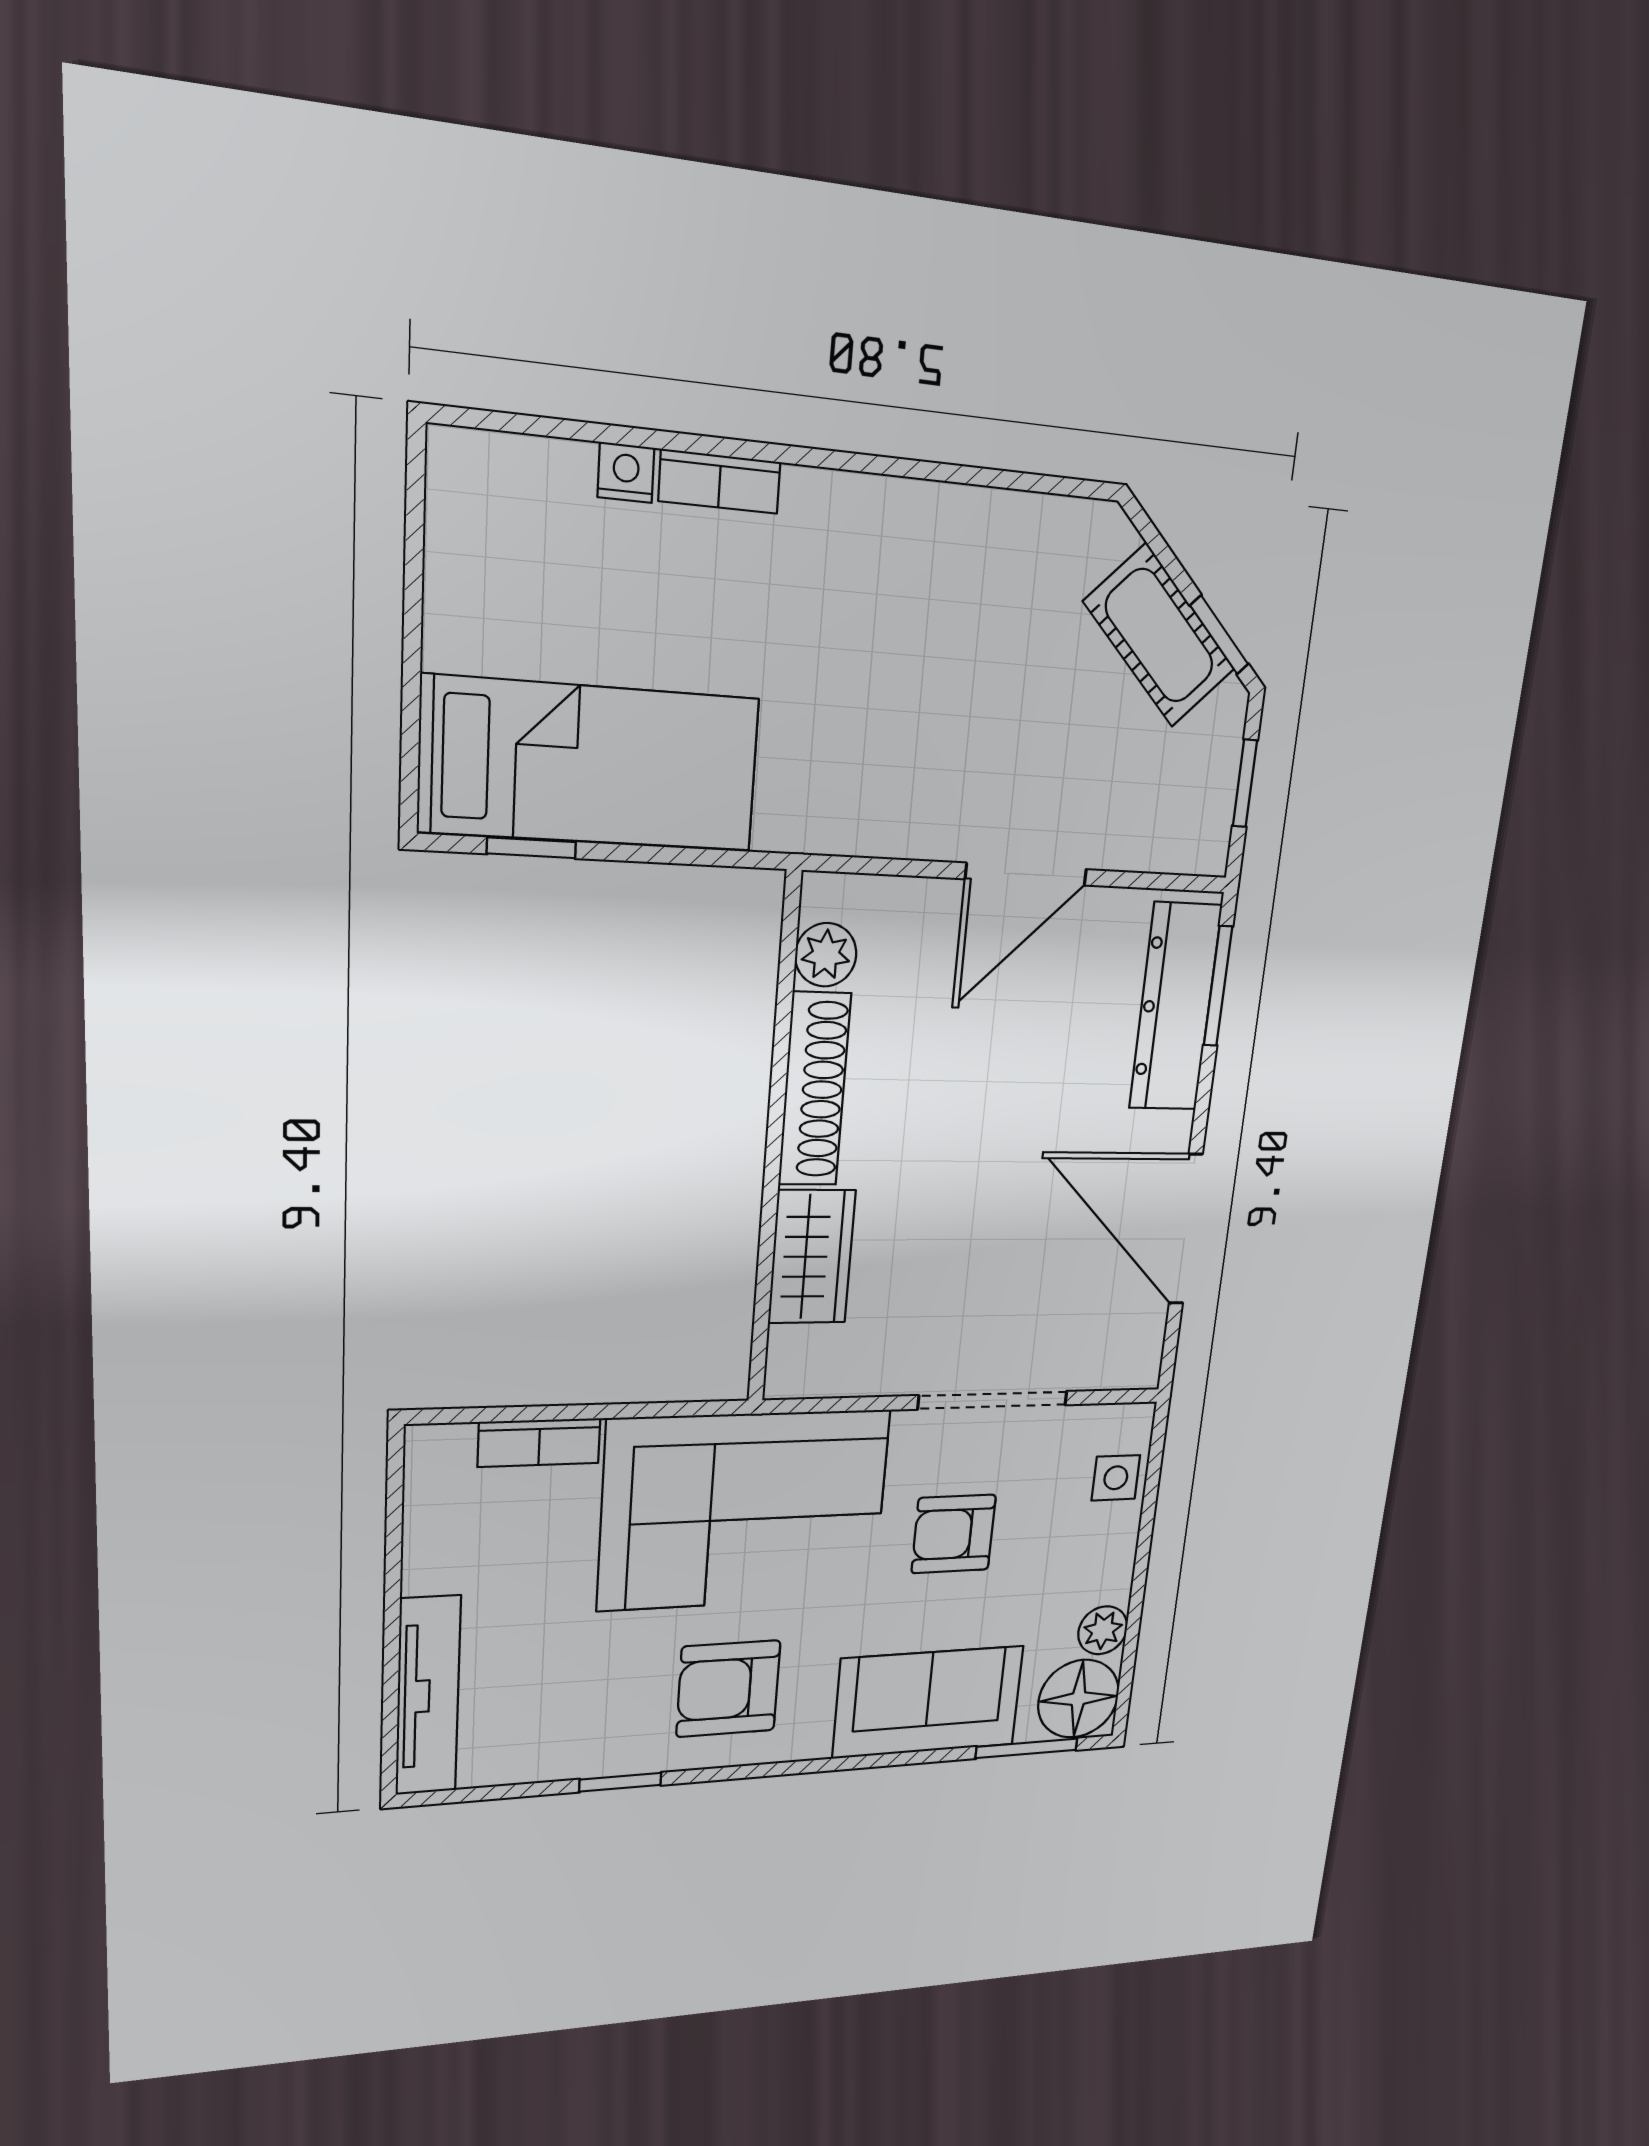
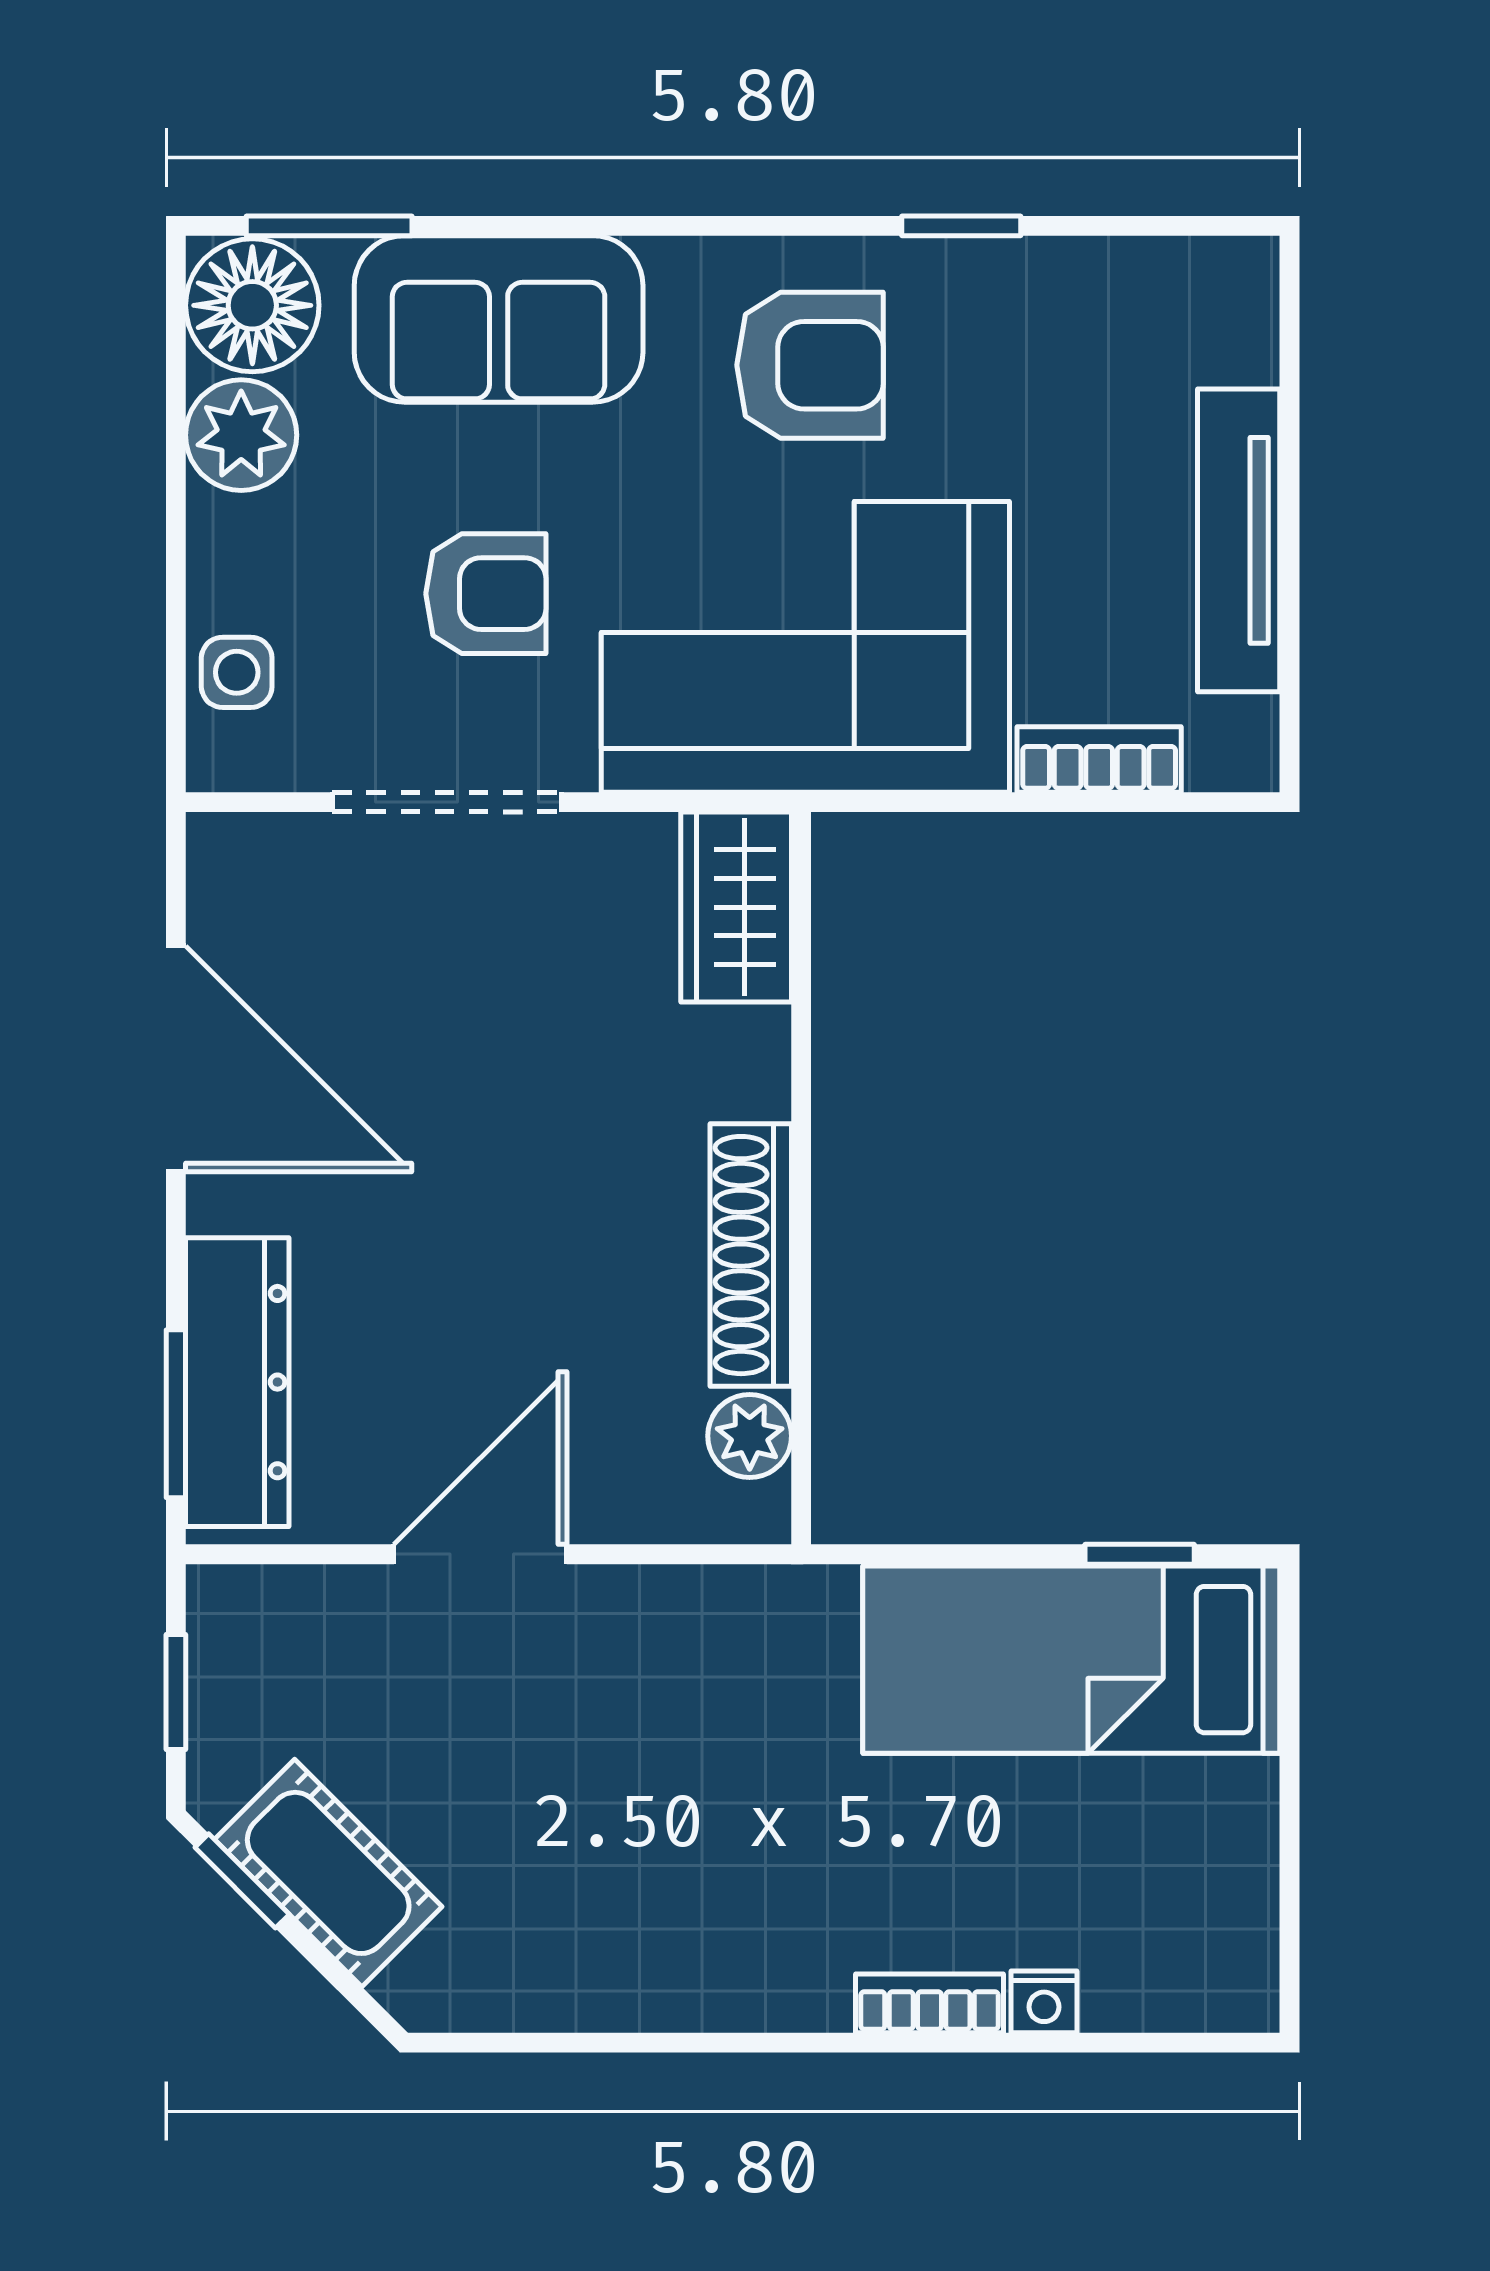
wardrobe: (812, 1257) -> (736, 907), moved
plant: (1103, 1630) -> (241, 435), width x1.38, depth x1.38
tv unit: (428, 1696) -> (1239, 540), moved

